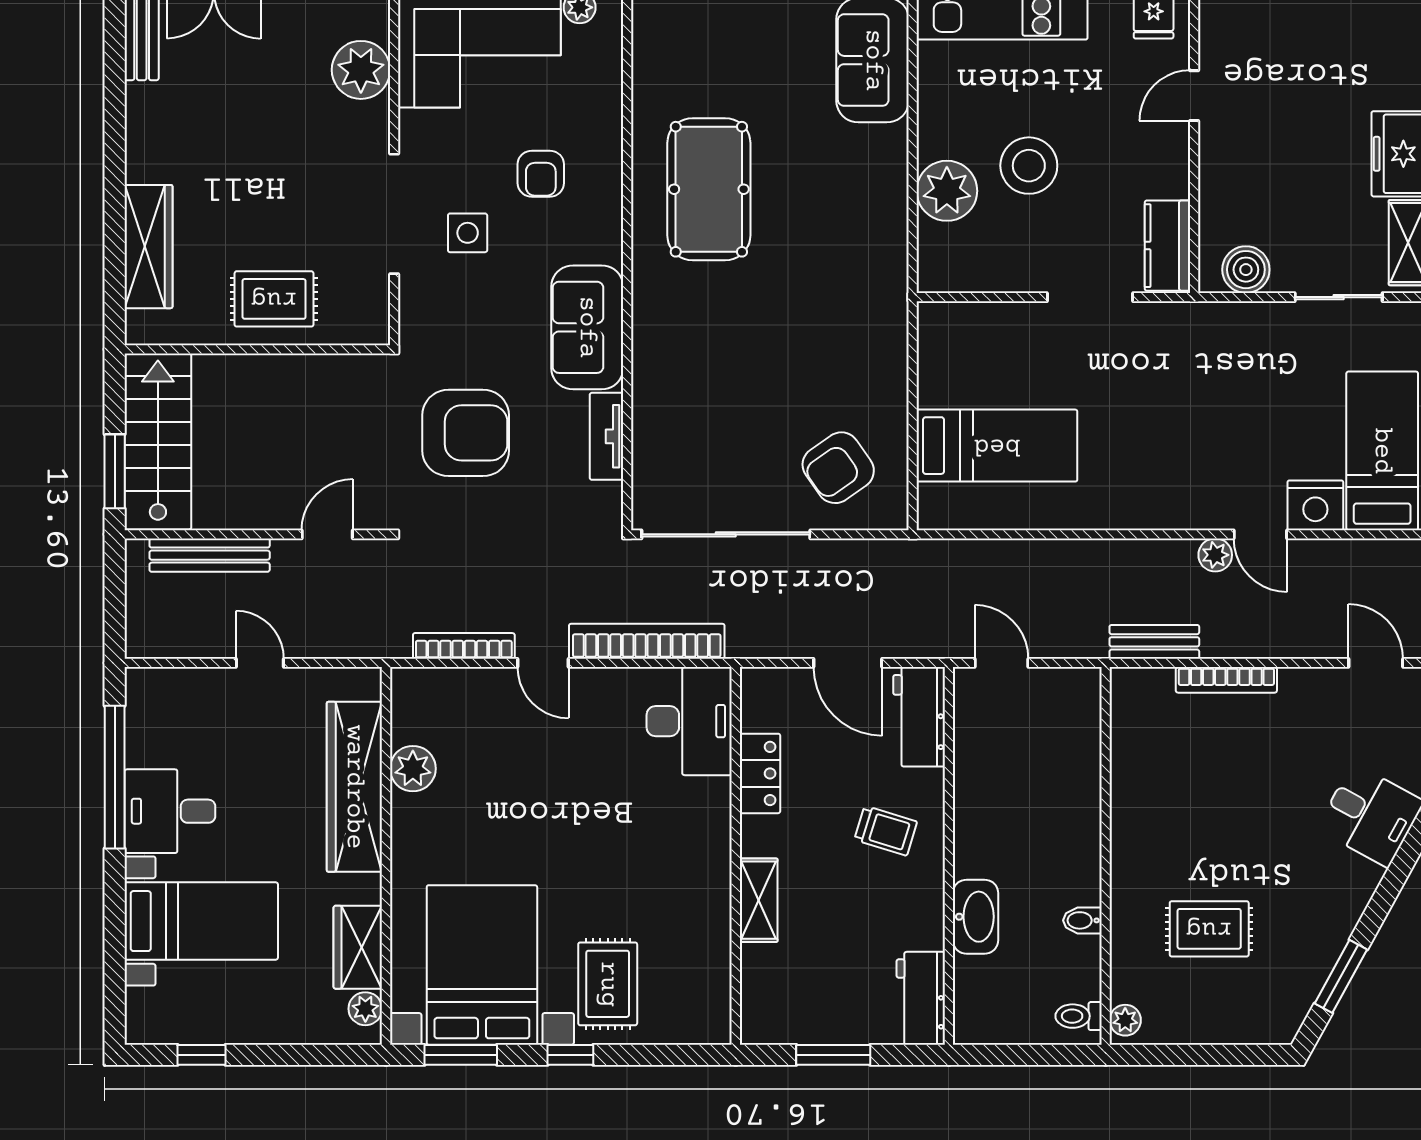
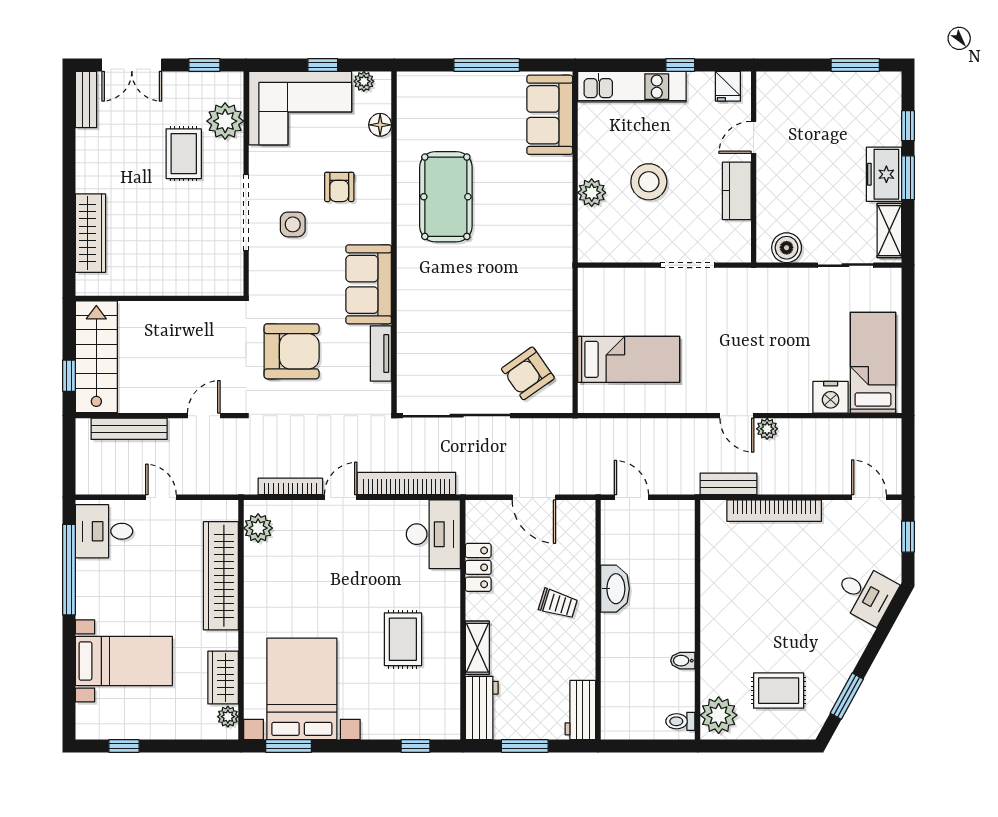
floor lamp: (605, 76) -> (380, 125), added
plant: (947, 191) -> (592, 193), width x0.73, depth x0.73
kitchen counter: (1167, 246) -> (737, 191), moved
rug: (274, 299) -> (184, 154), moved, turned 90
window: (115, 471) -> (69, 376), width x0.67
door: (1260, 534) -> (737, 416), moved
door: (543, 663) -> (341, 497), swing flipped
bookcase: (1226, 680) -> (774, 511), width x1.48, depth x1.31
workbench: (919, 717) -> (482, 708), moved, turned 180
plant: (413, 769) -> (258, 528), moved
desk: (170, 811) -> (104, 531), moved
washbasin: (976, 917) -> (615, 589), moved
rug: (1209, 929) -> (779, 691), moved
rug: (608, 984) -> (403, 639), moved
plant: (1125, 1020) -> (719, 715), width x1.88, depth x1.88
window: (570, 1055) -> (415, 746), moved

